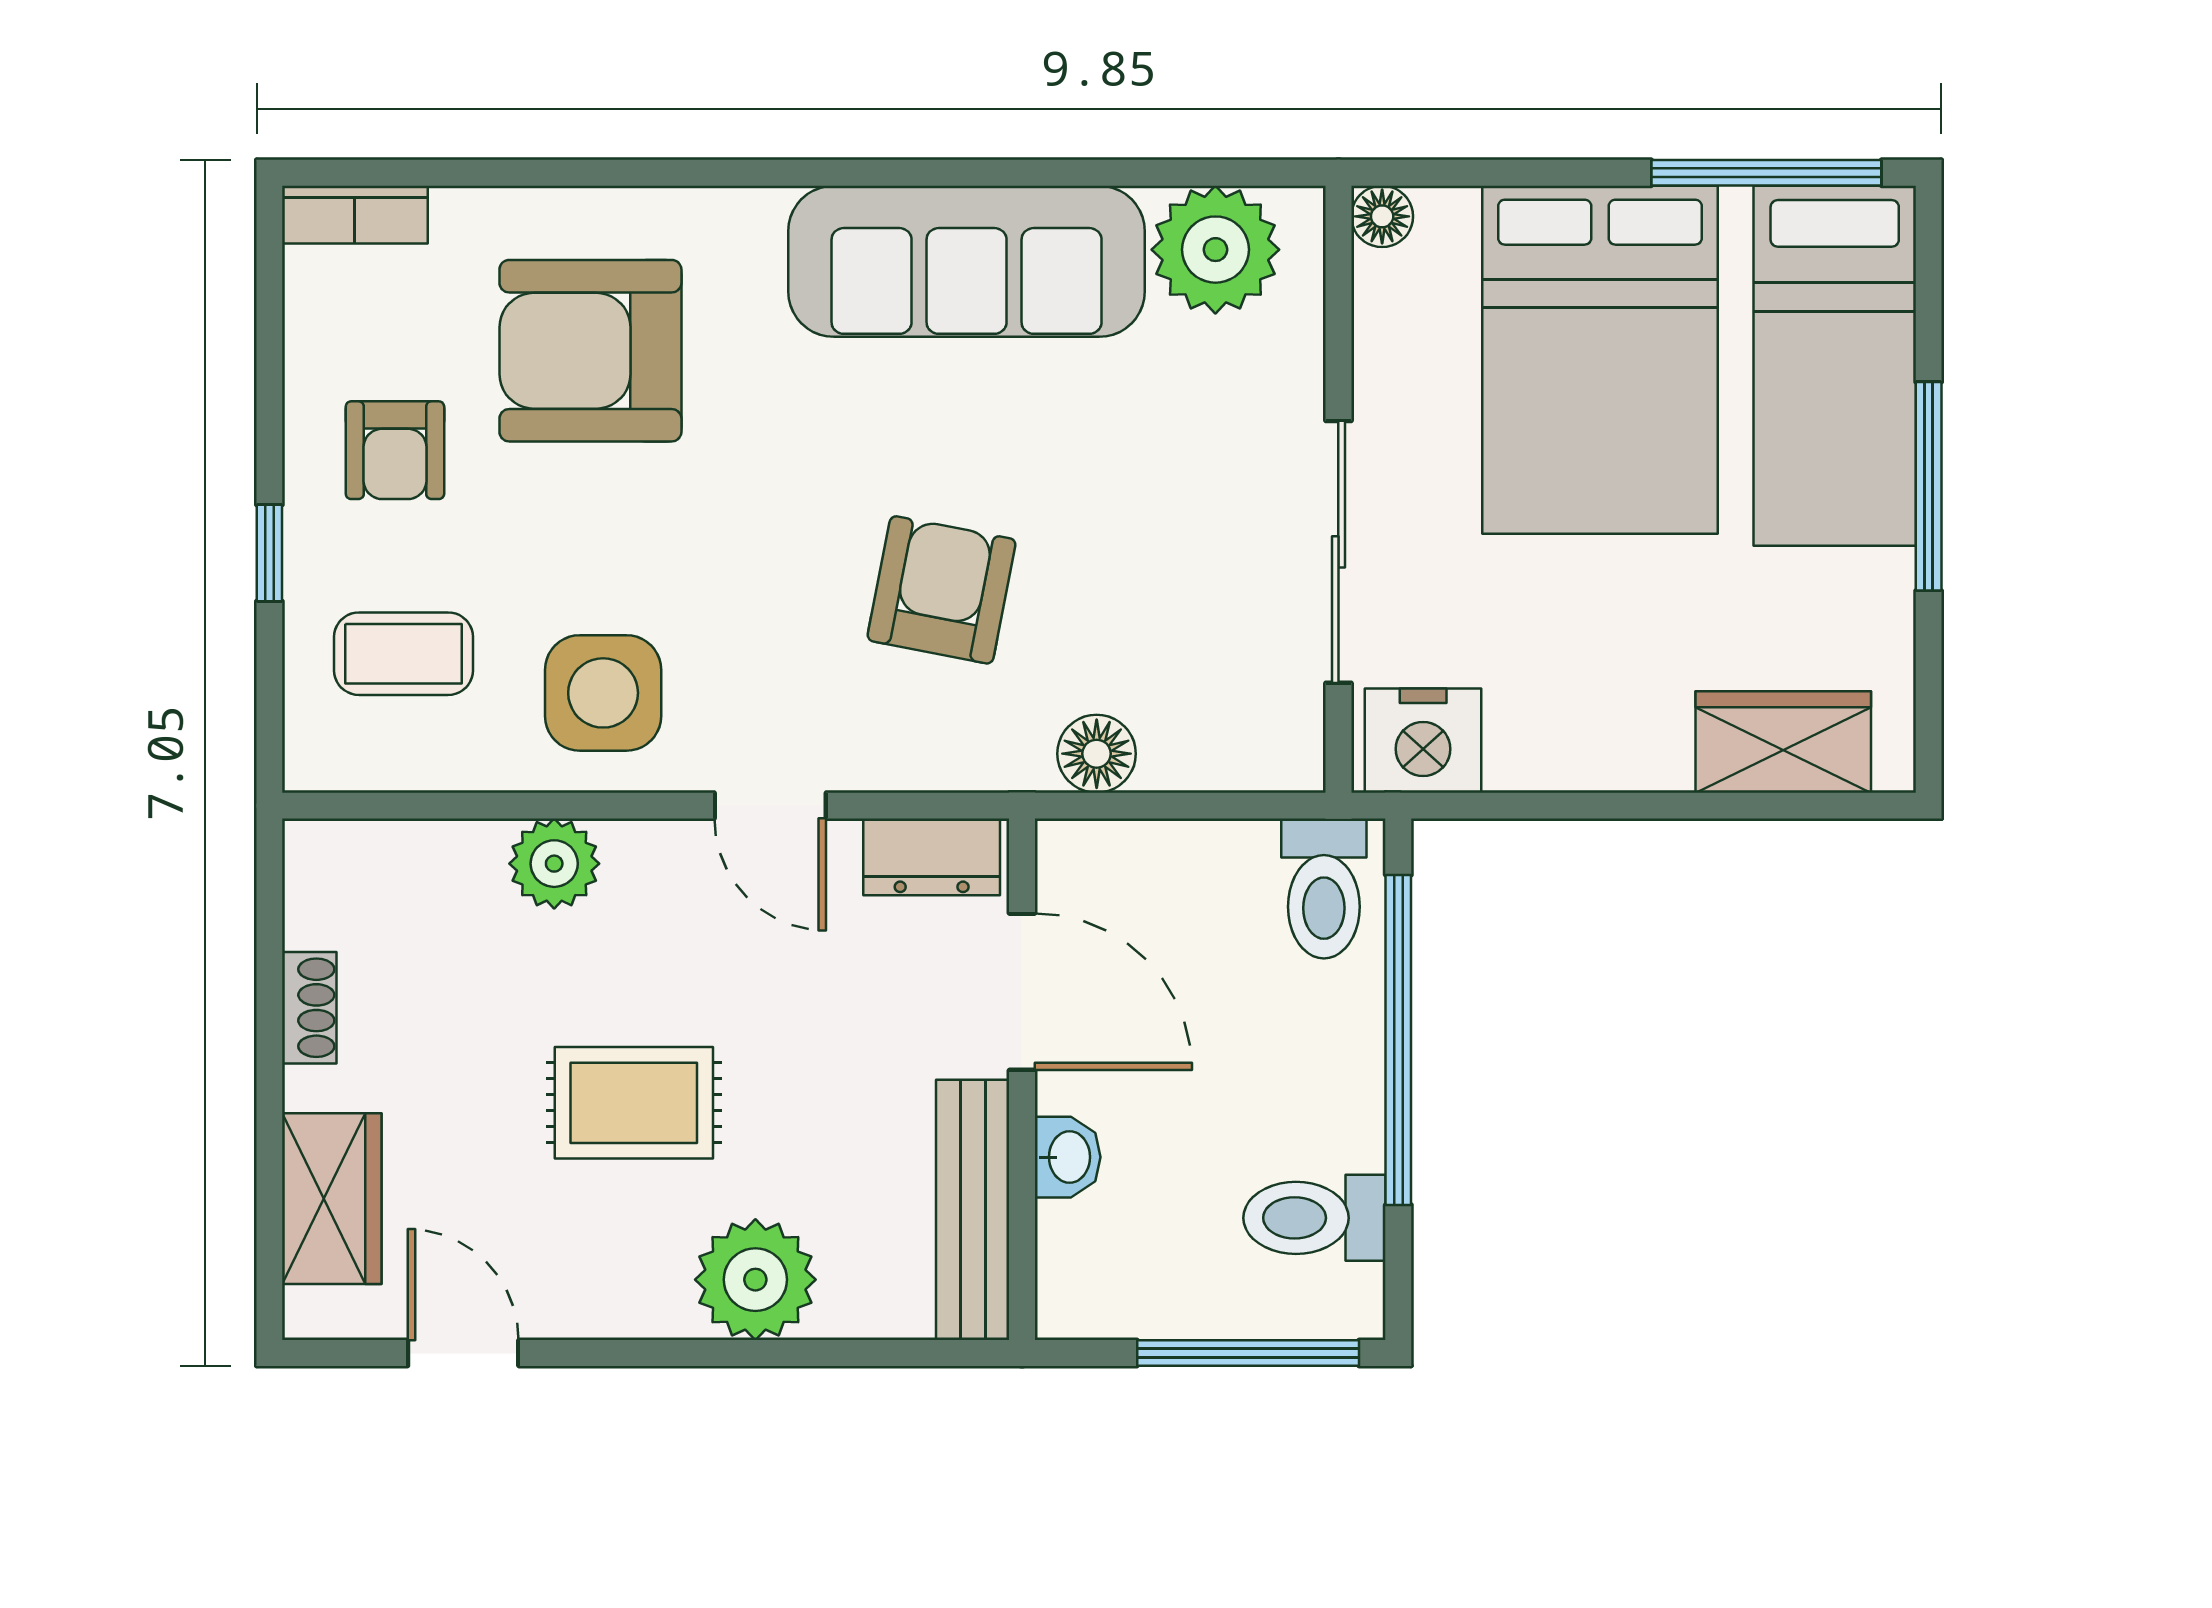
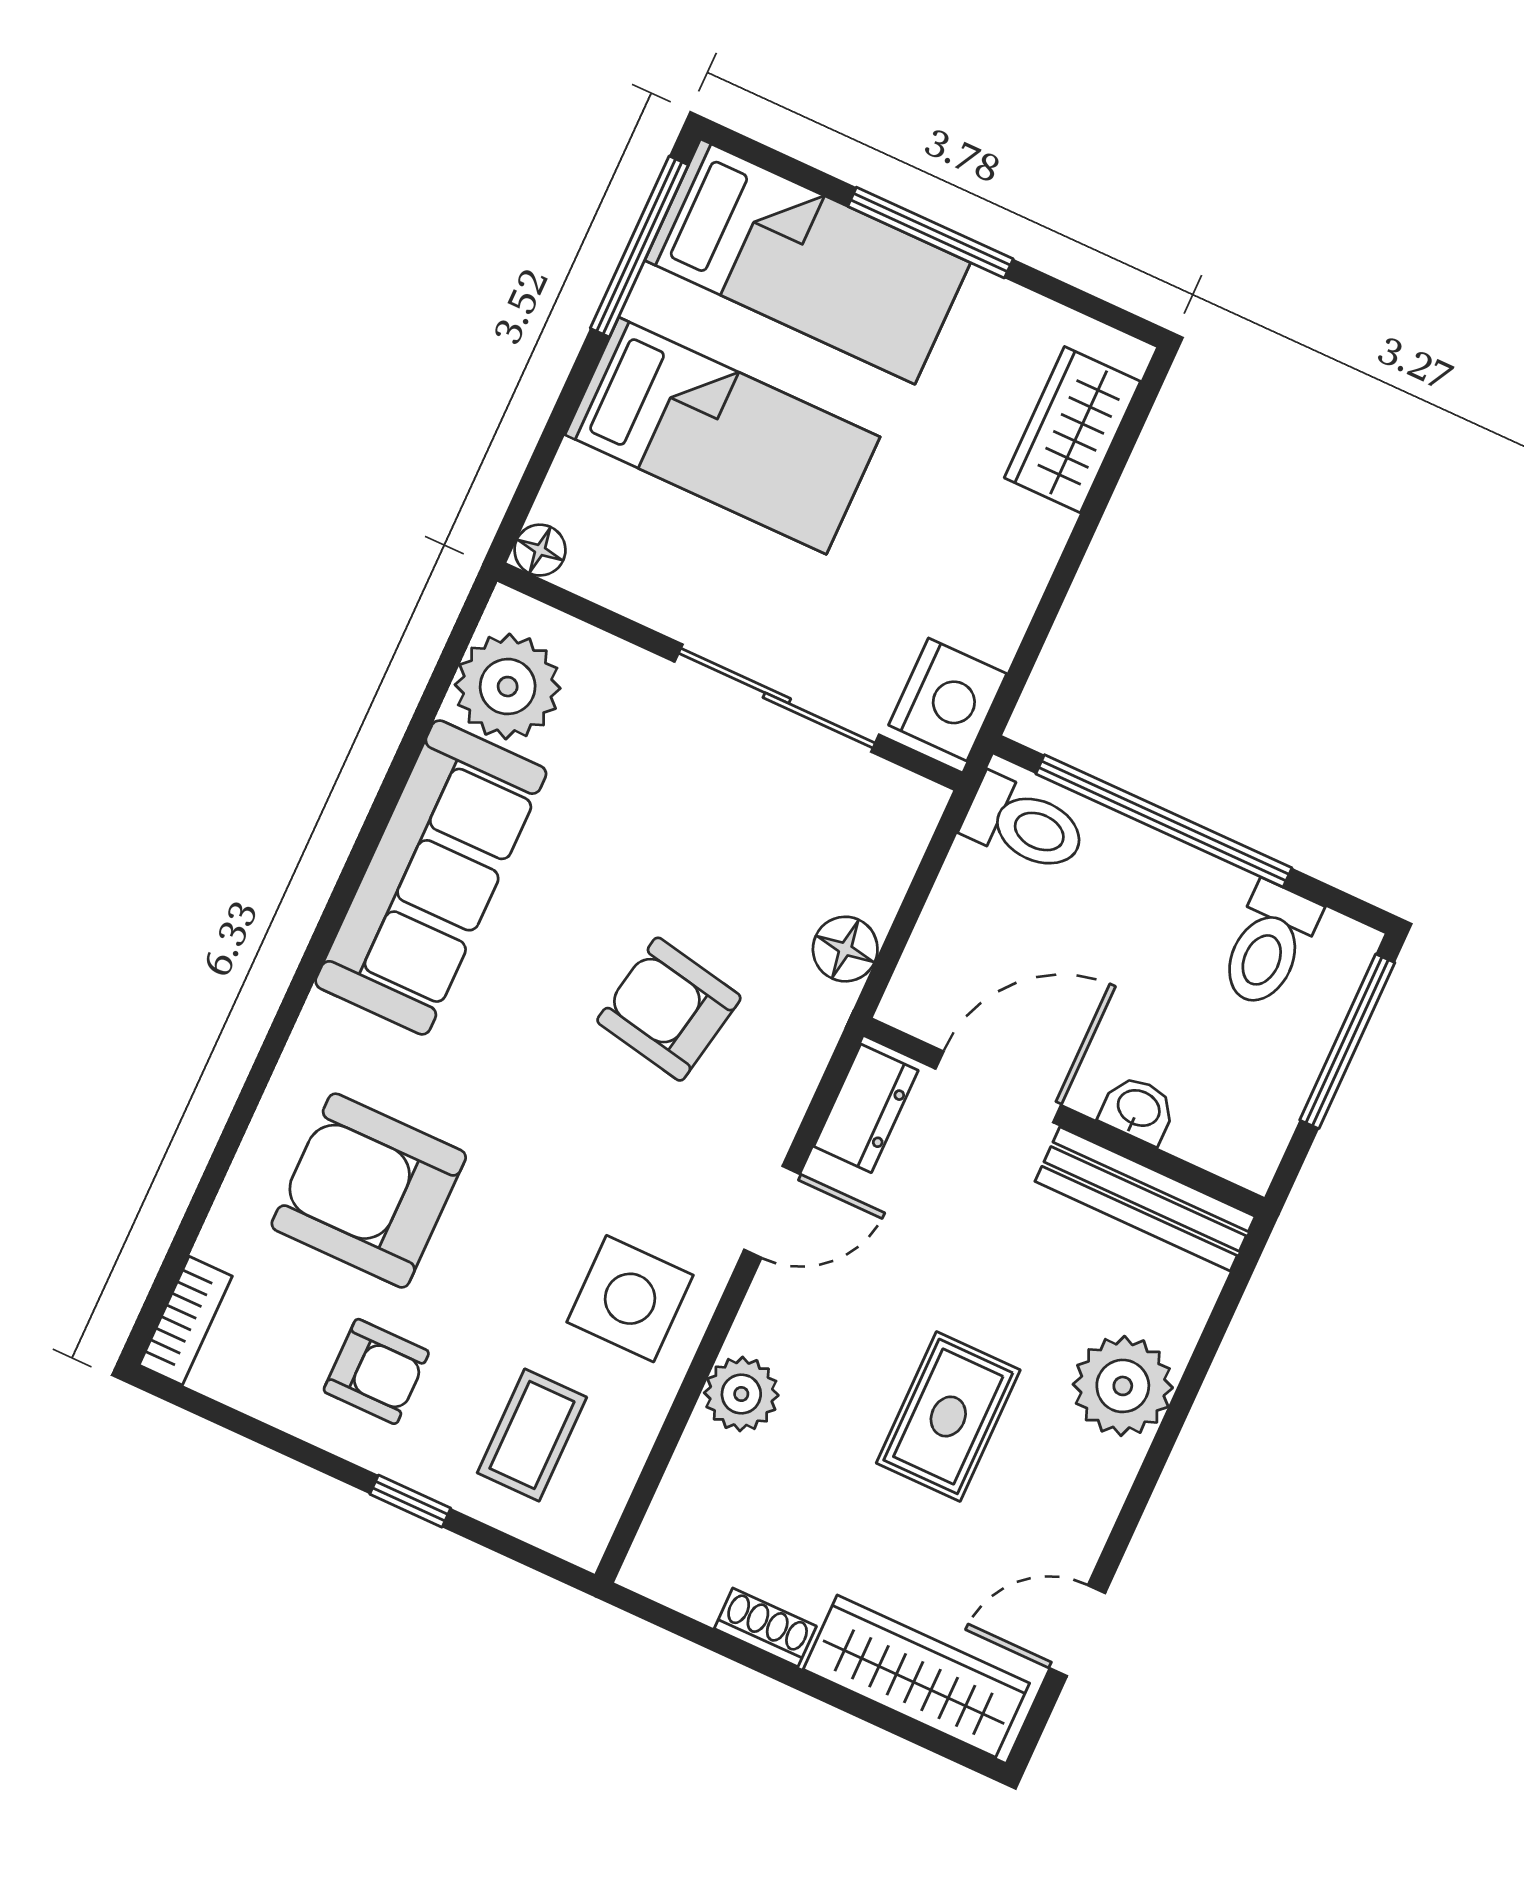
armchair: (590, 351) -> (369, 1191), turned 90
bed: (1600, 360) -> (723, 436), width x0.67
wardrobe: (332, 1199) -> (916, 1676), width x1.50

